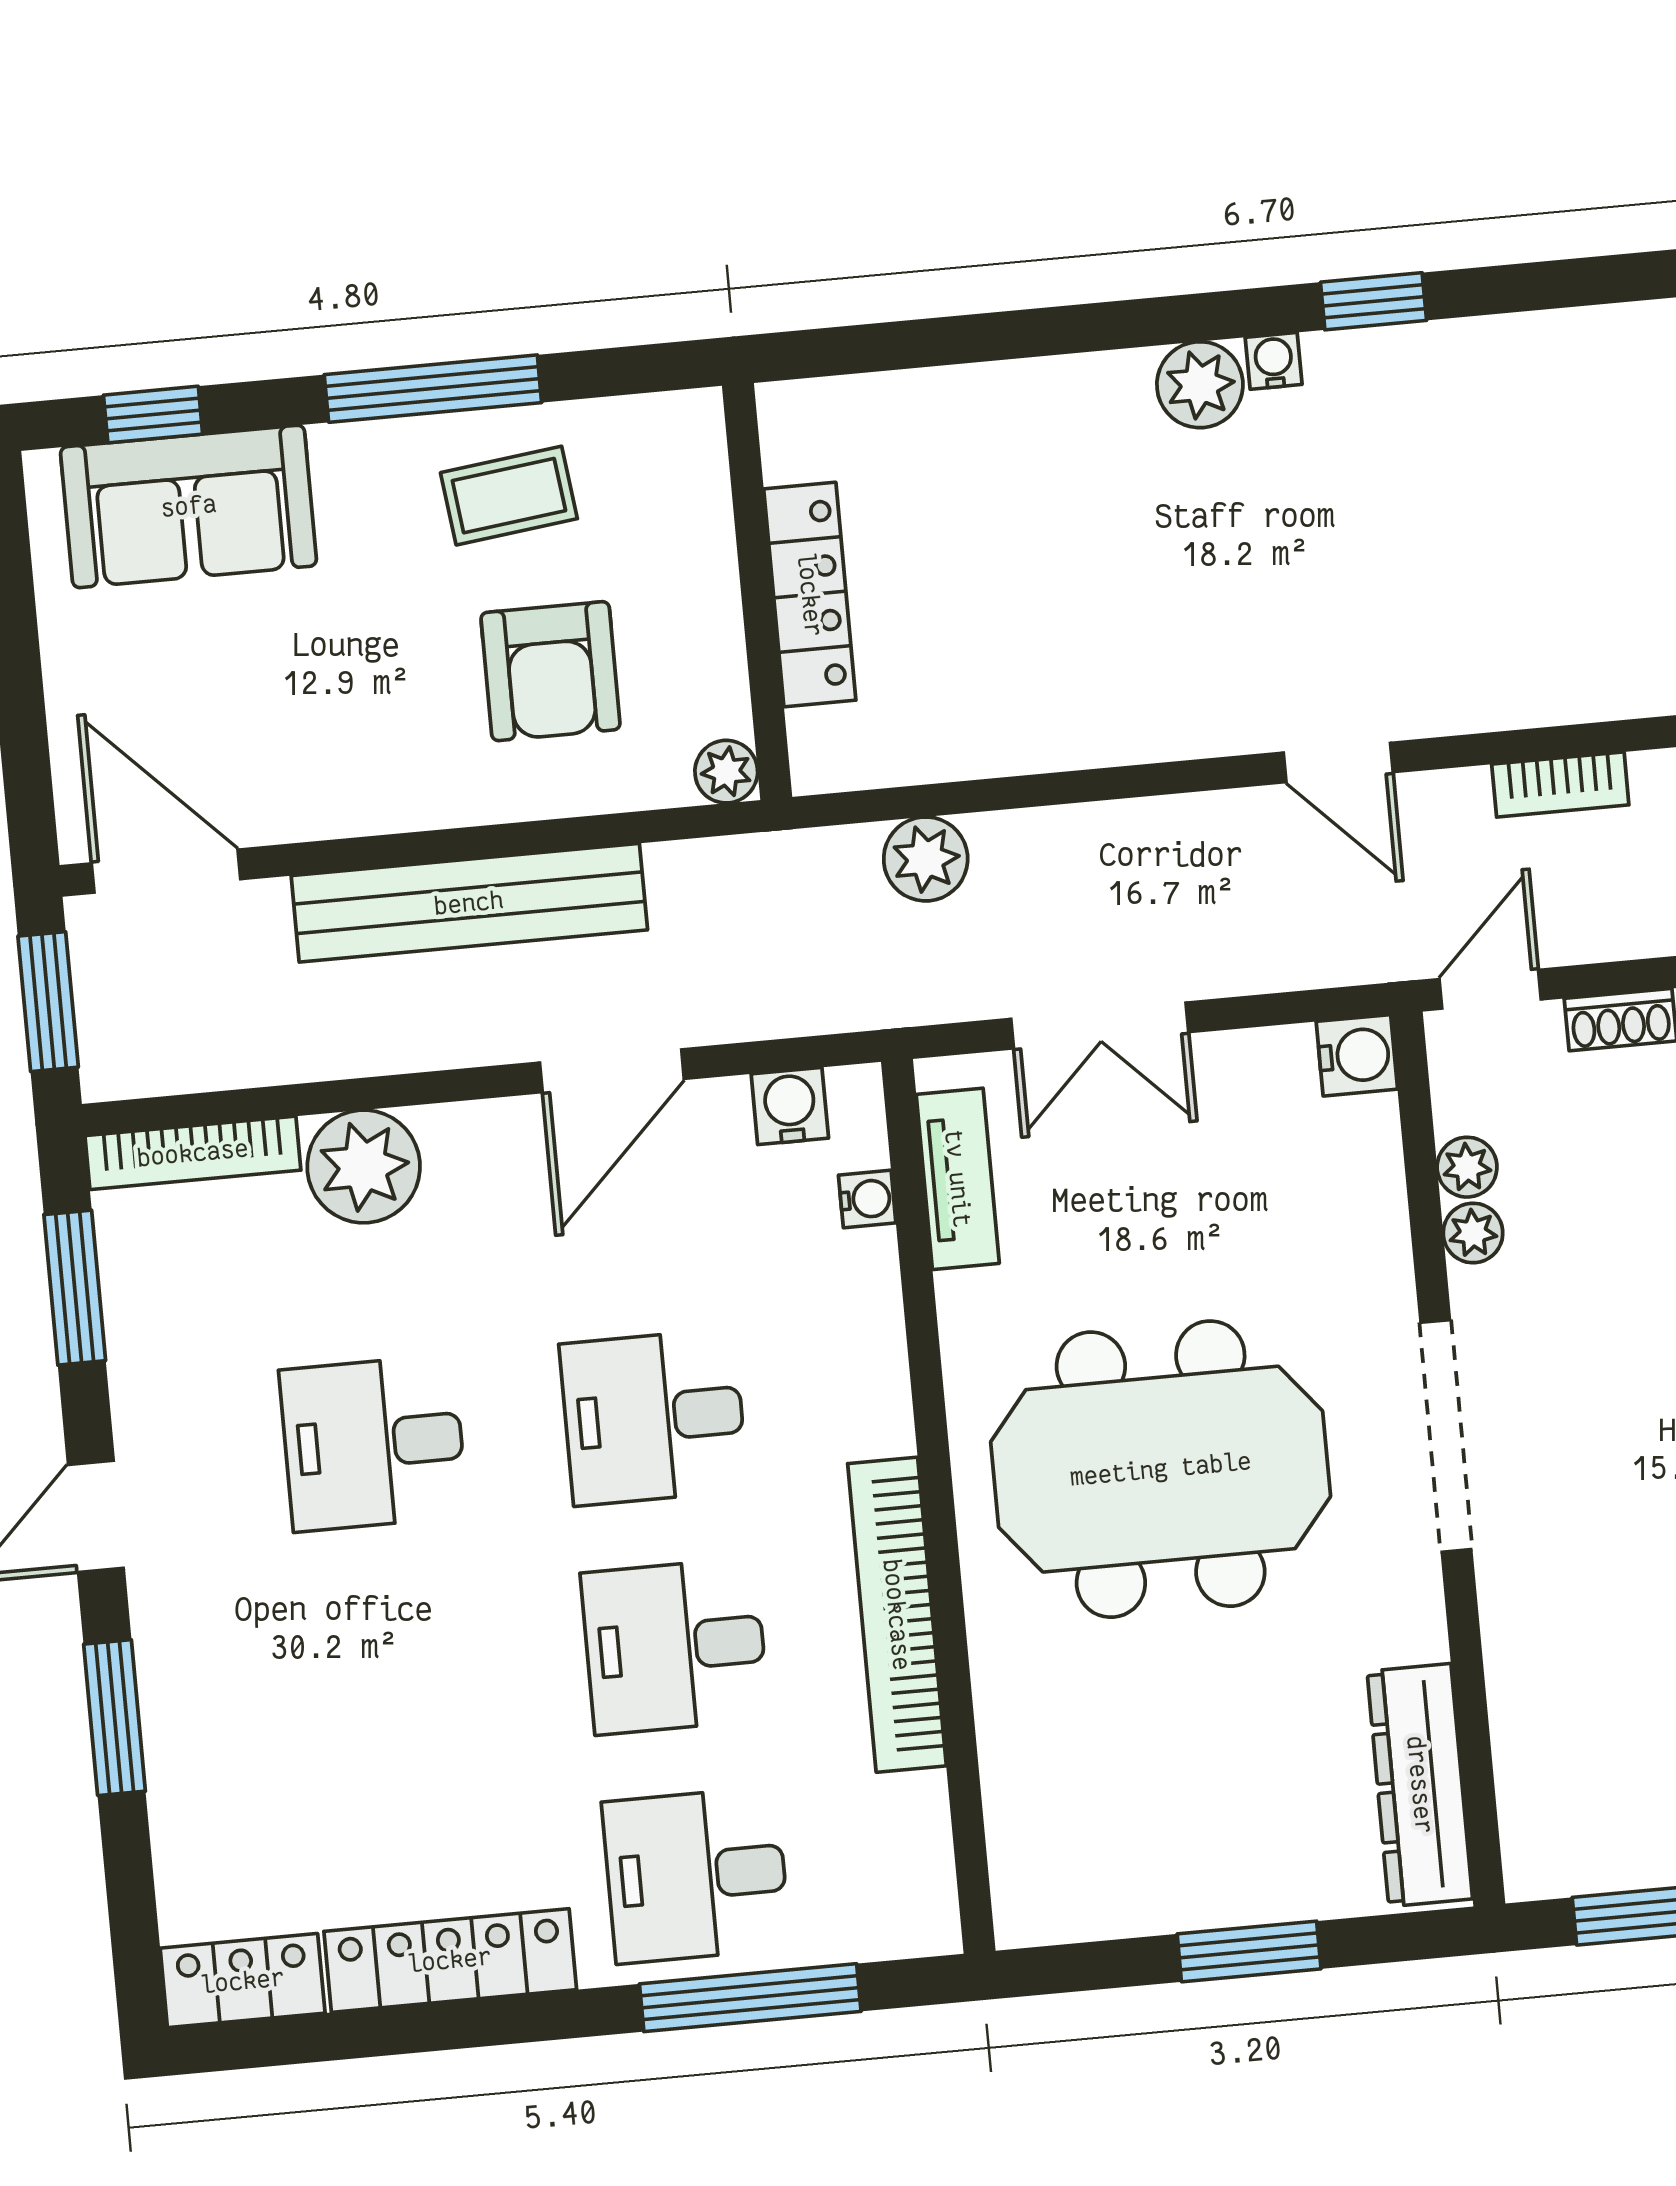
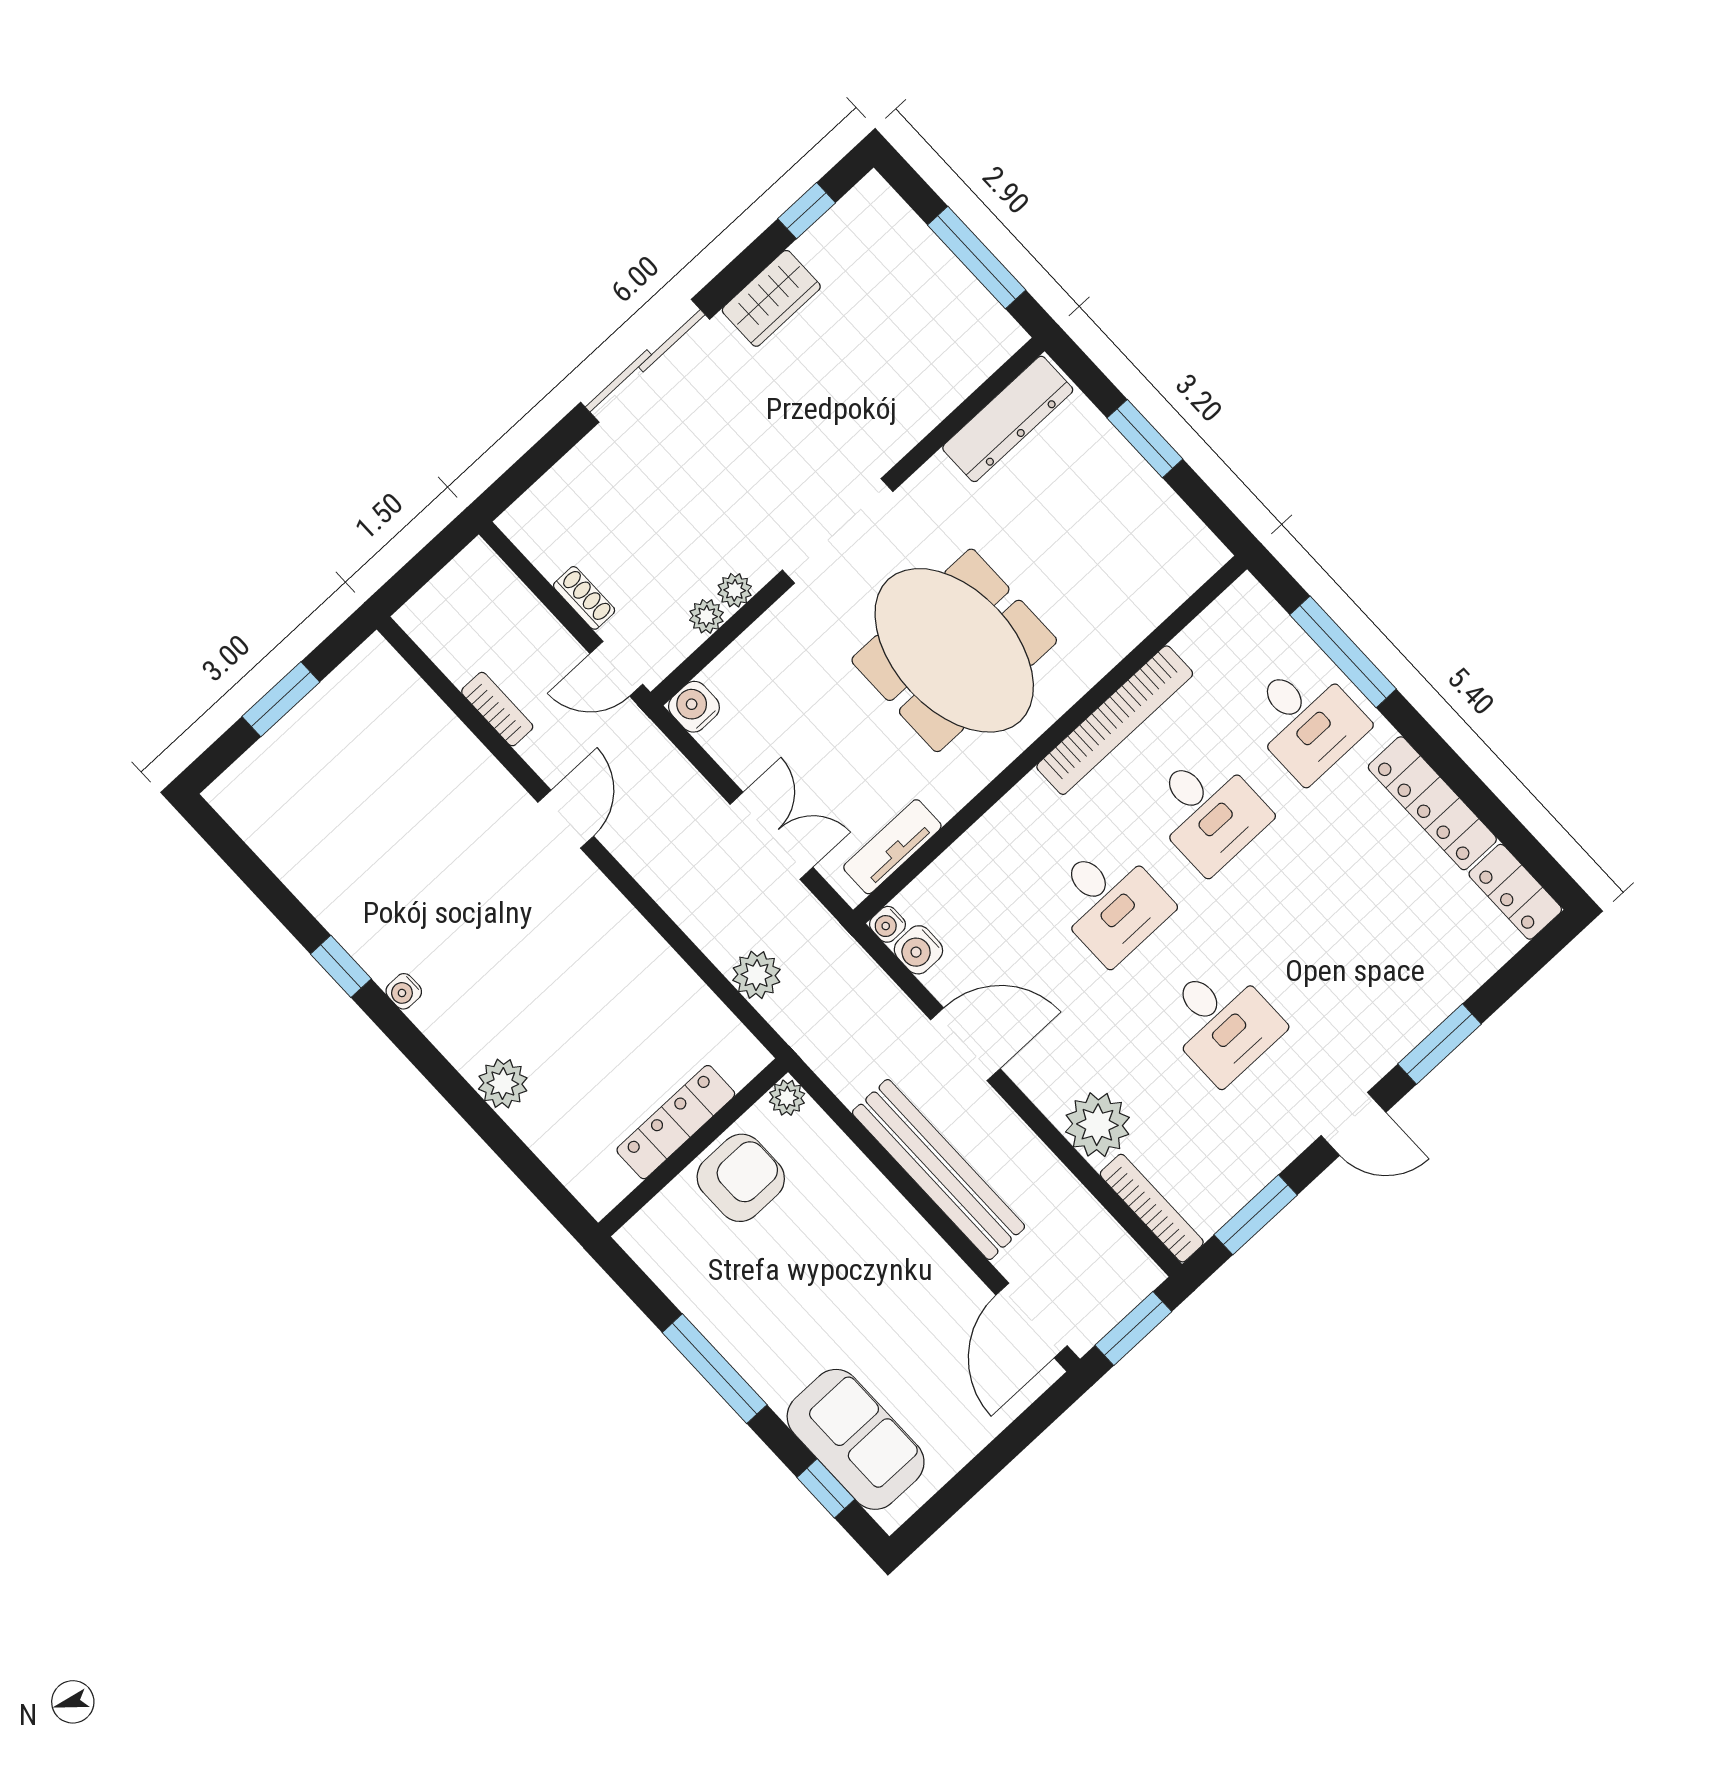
plant: (1200, 385) -> (503, 1084), moved
coffee table: (509, 496) -> (737, 1296), removed
armchair: (550, 671) -> (741, 1178), moved
water cooler: (867, 1199) -> (888, 924), moved, turned -90

